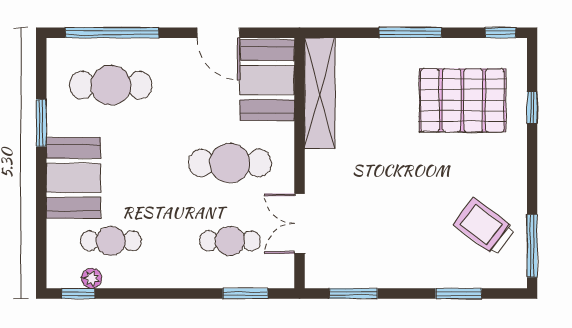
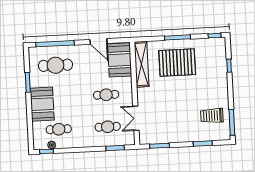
pallet: (462, 100) -> (177, 63), moved
cafe table: (230, 163) -> (106, 95), width x0.73, depth x0.74
trolley: (484, 227) -> (212, 116), turned -37

